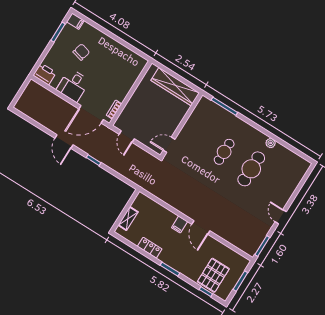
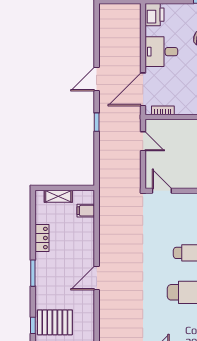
door: (91, 114) -> (143, 89), hinge flipped
door: (127, 137) -> (143, 141), swing flipped
filing cabinet: (180, 224) -> (86, 211), moved

